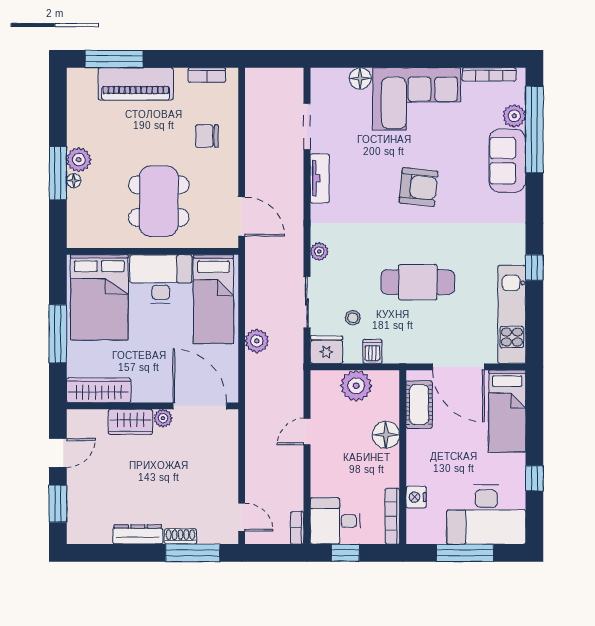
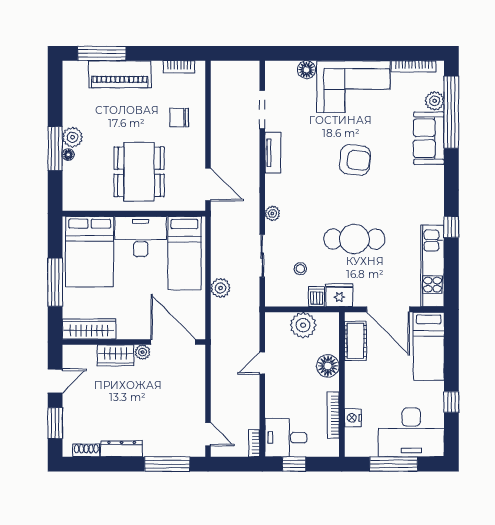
fridge: (326, 350) -> (339, 295), moved
bookcase: (392, 516) -> (333, 415), moved
shoe rack: (180, 536) -> (86, 450), moved

